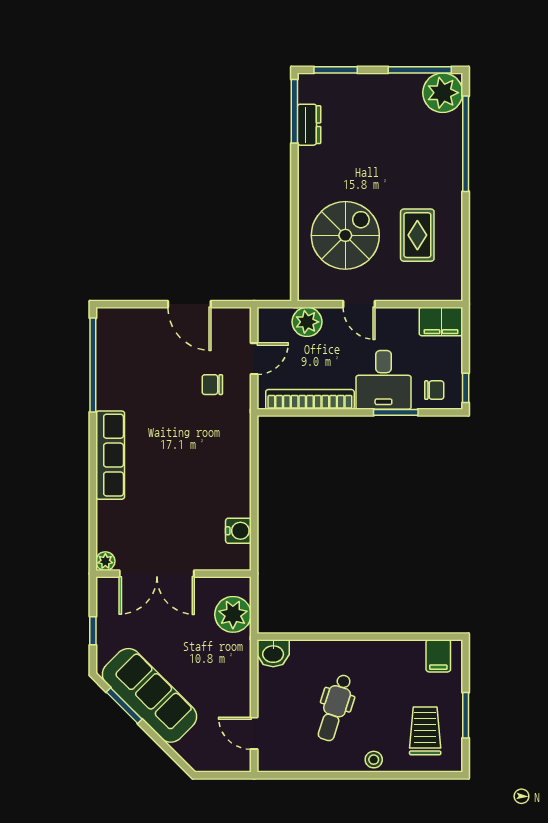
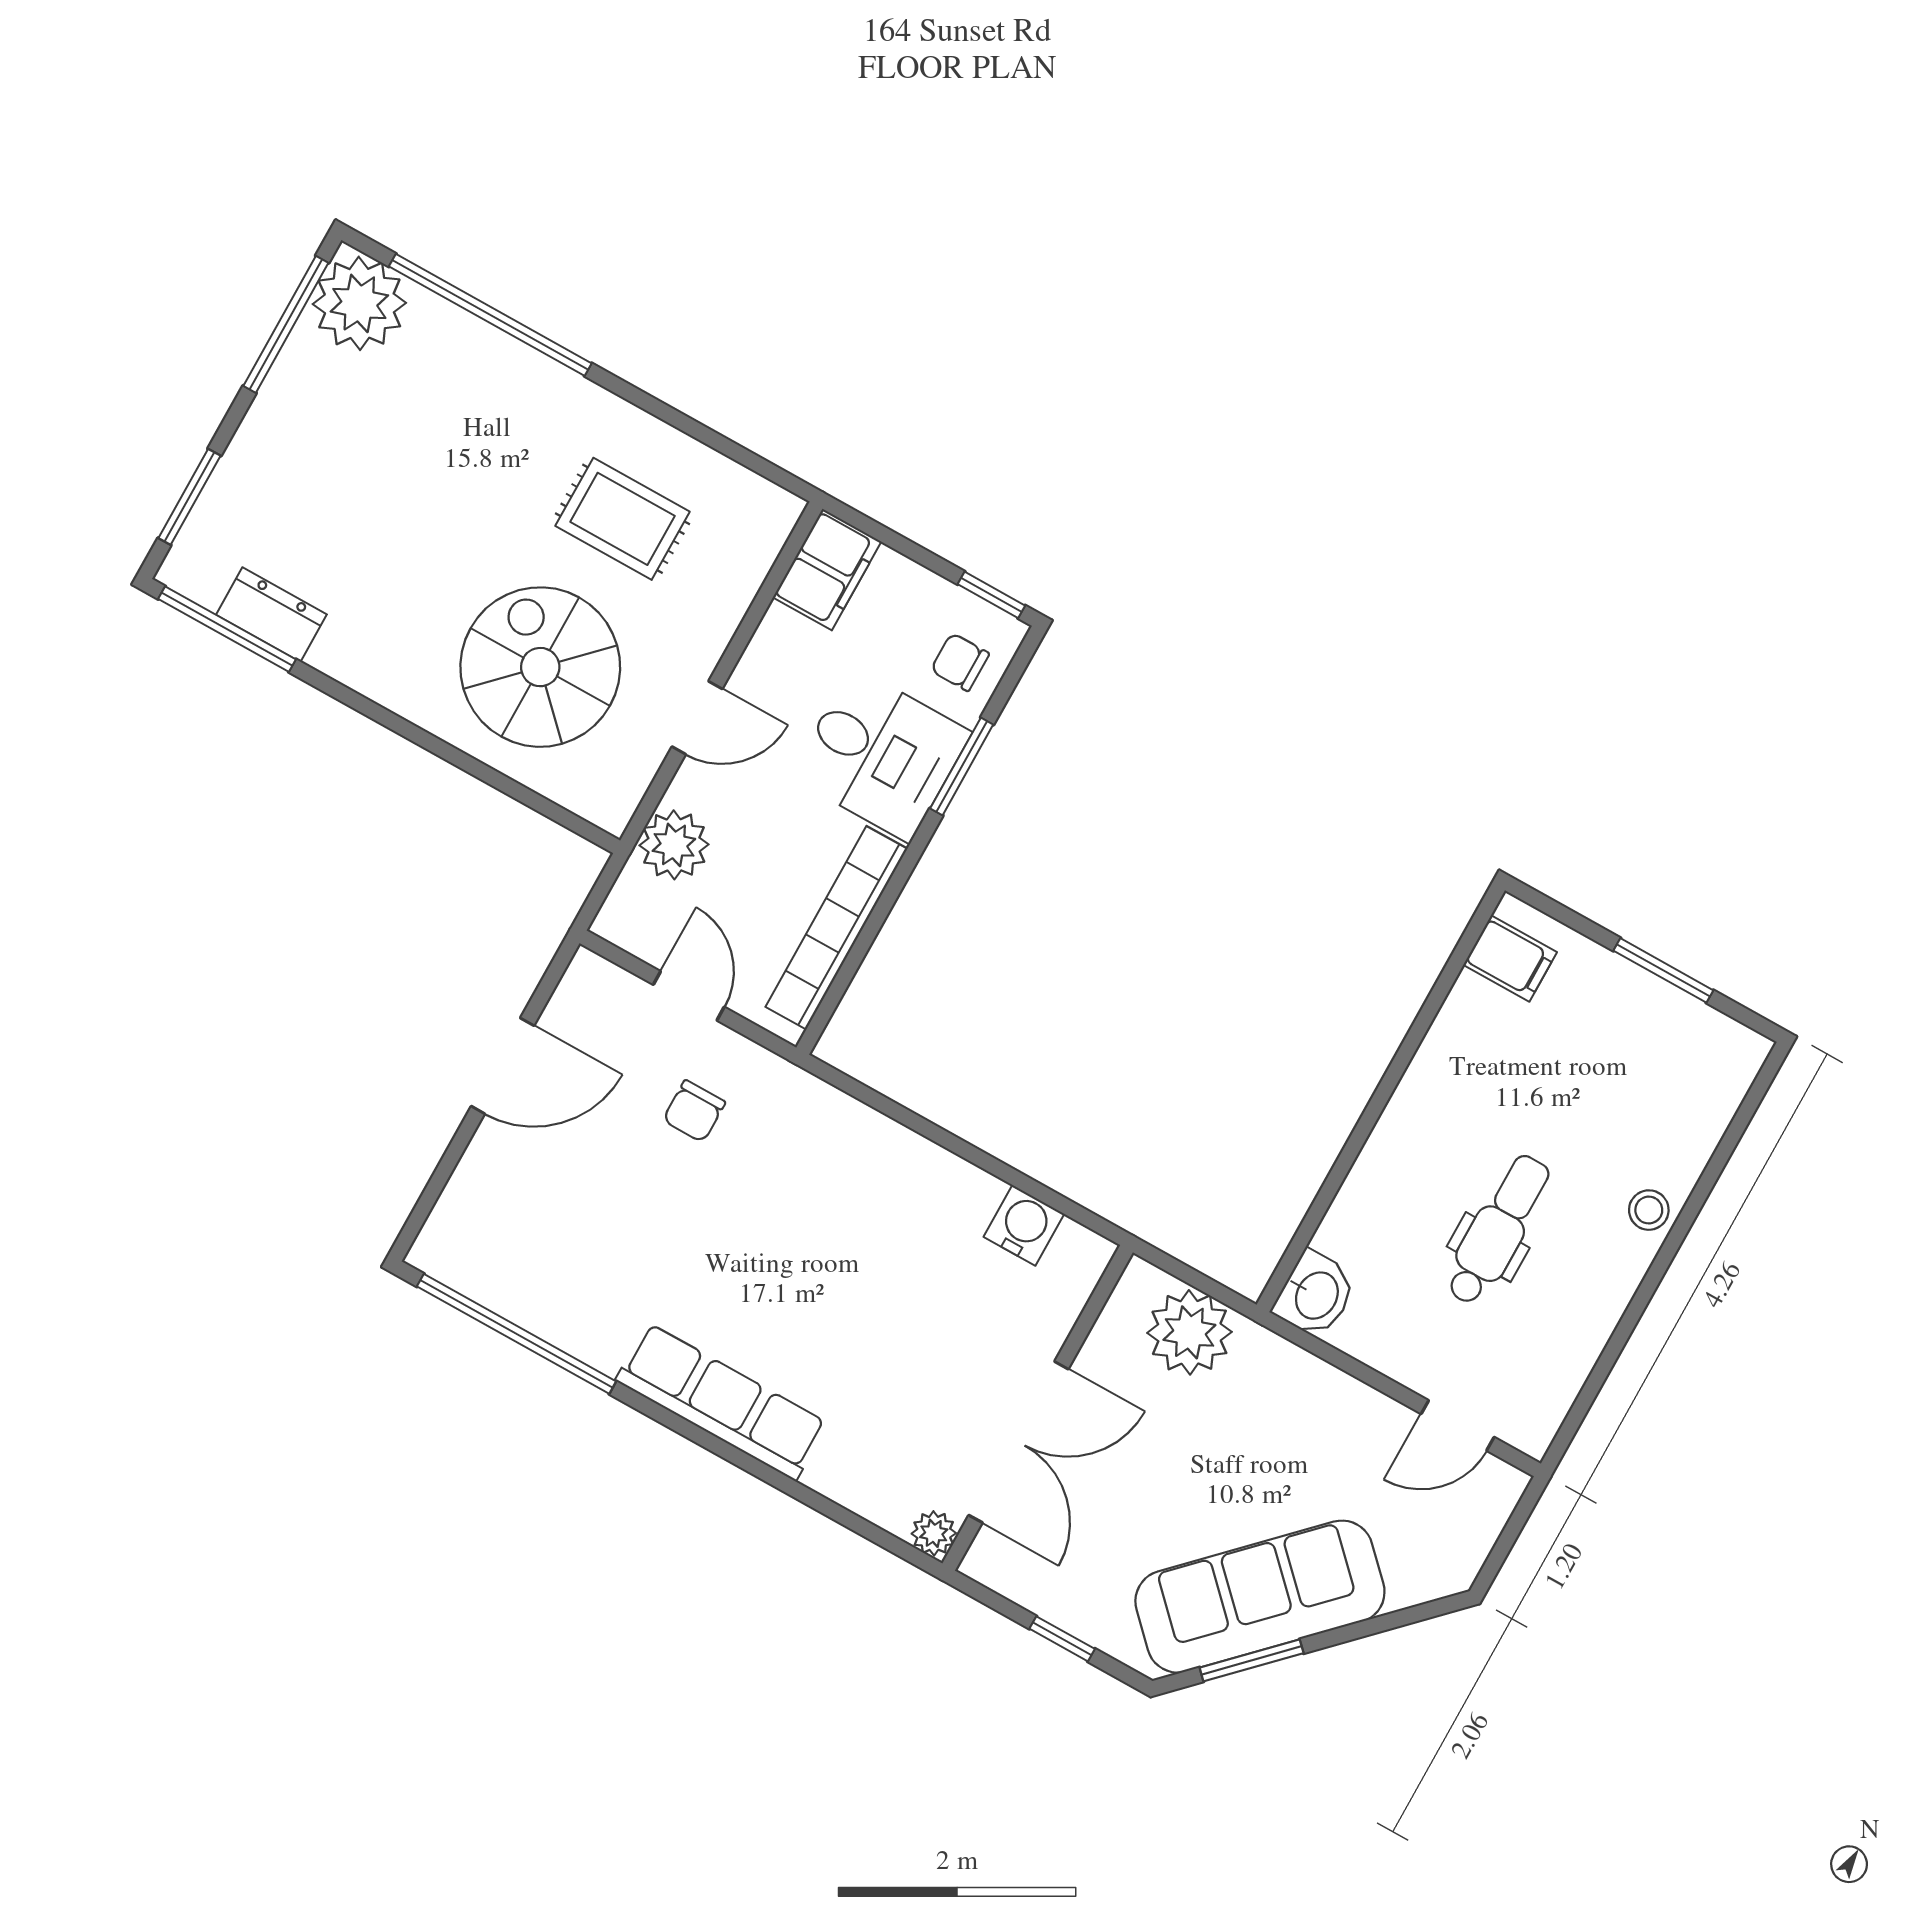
chair: (434, 390) -> (960, 662), turned -90
dental chair: (335, 708) -> (1498, 1230), turned -108
trolley: (425, 731) -> (1649, 1071), removed

